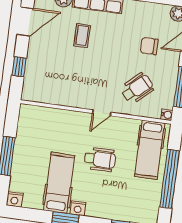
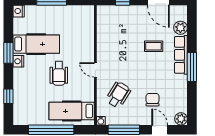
wheelchair: (137, 88) -> (118, 95), turned -107

